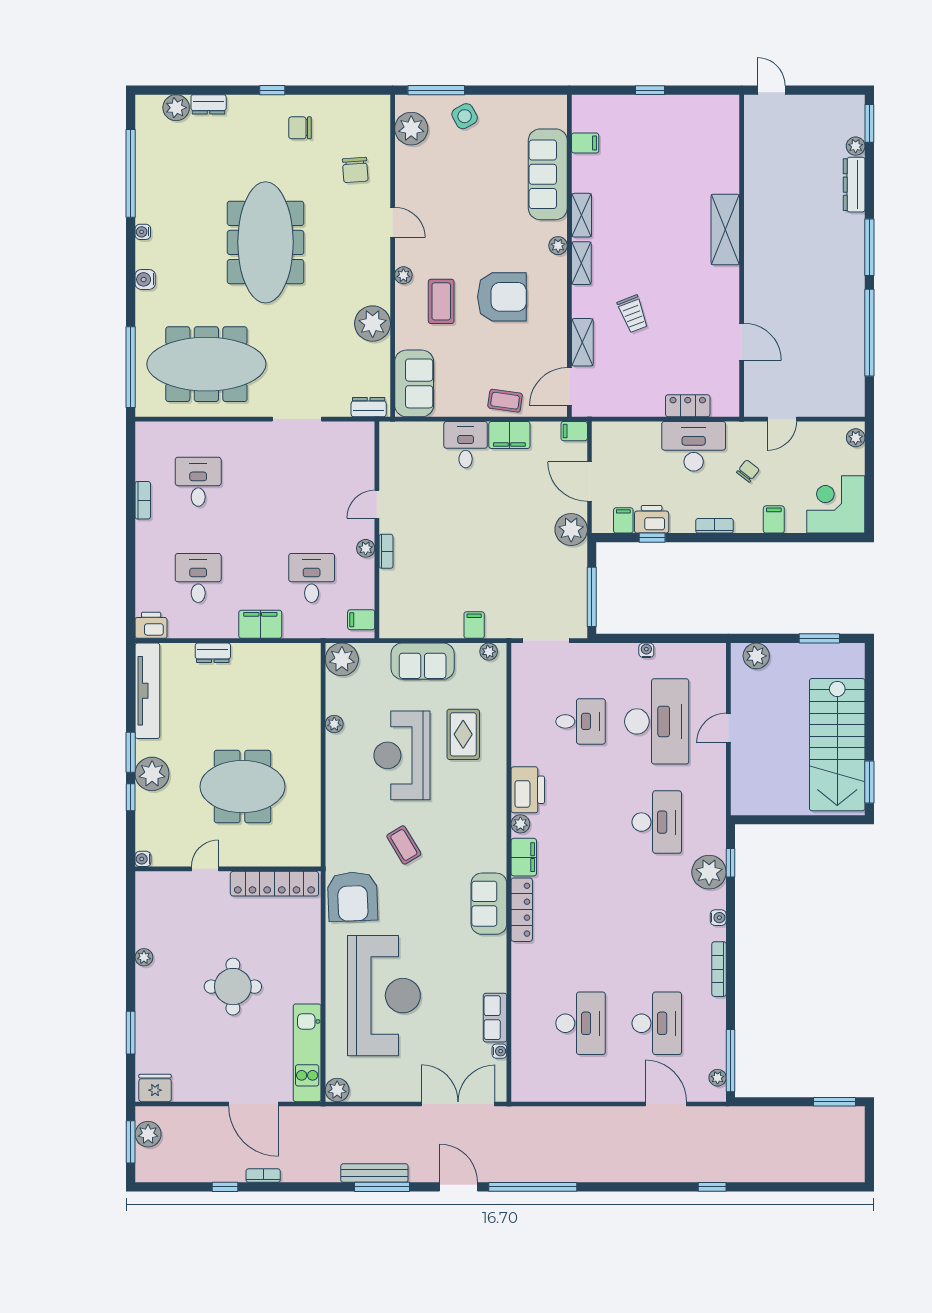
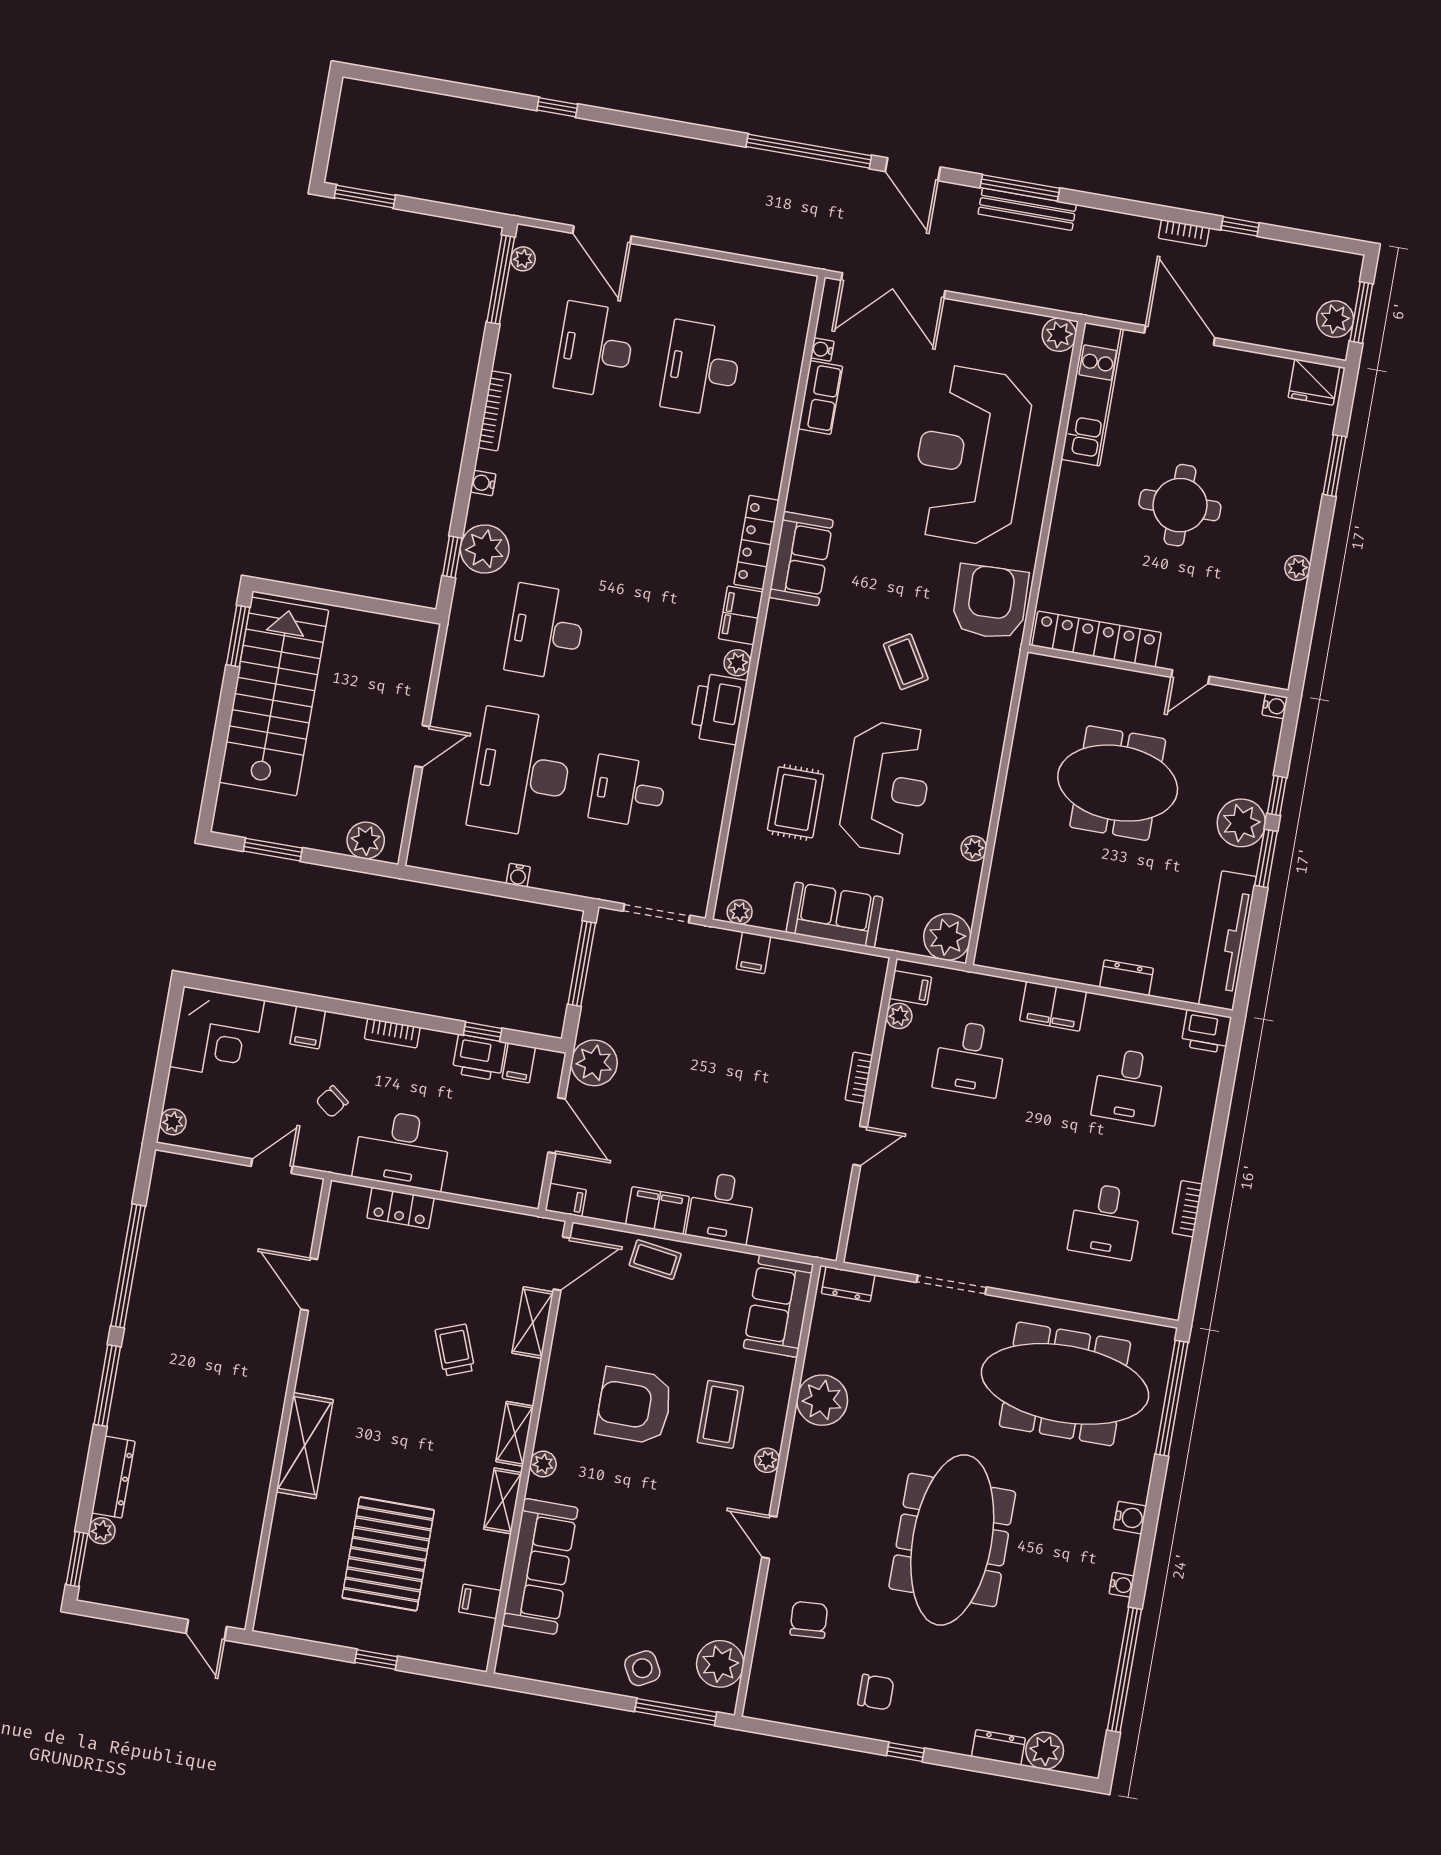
pallet: (654, 165) -> (388, 1554), added
plant: (366, 548) -> (899, 1016), moved

